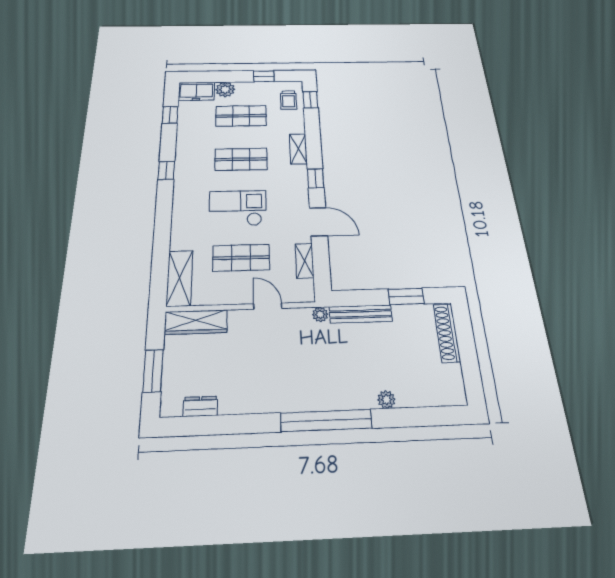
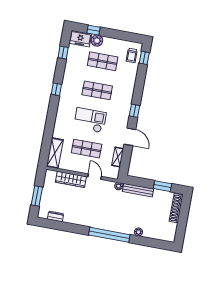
window: (264, 76) -> (93, 30), moved
shelving: (298, 149) -> (130, 90), removed
wardrobe: (196, 322) -> (71, 179), moved

